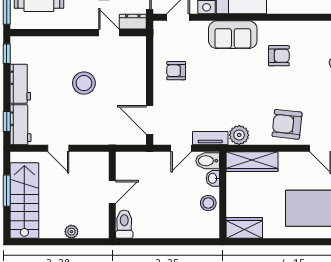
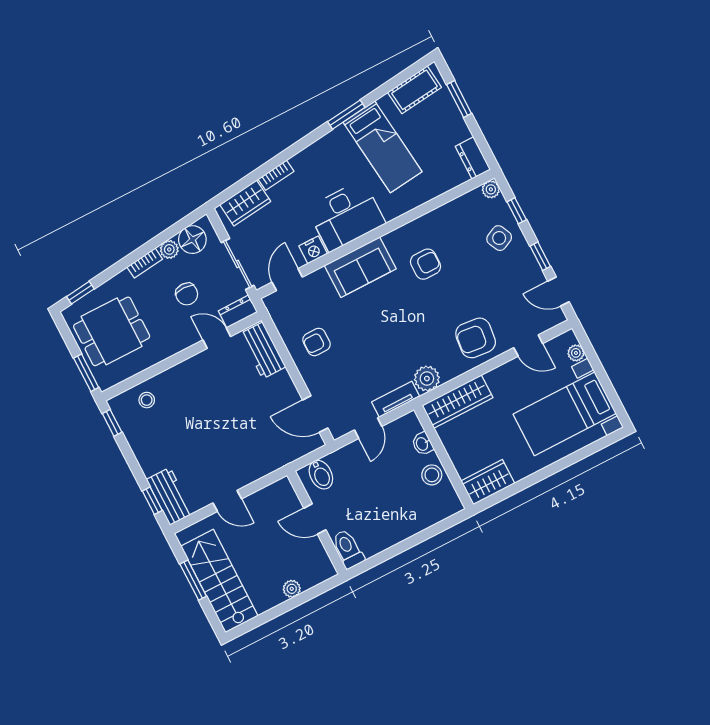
stool: (84, 83) -> (147, 400), moved, width x0.53, depth x0.53
workbench: (20, 84) -> (263, 350), moved, turned 180
bidet: (208, 161) -> (321, 475), moved, turned -90
door: (112, 192) -> (315, 519), swing flipped

